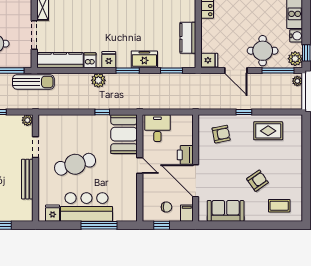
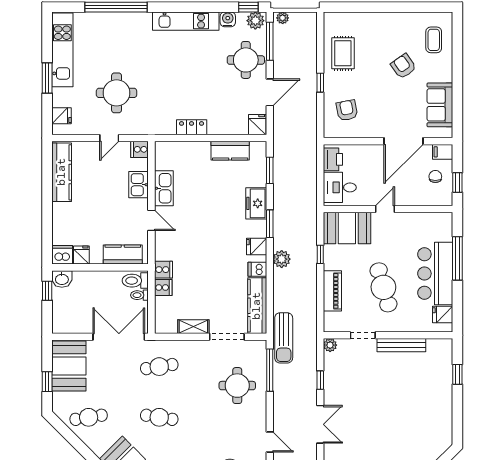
sun lounger: (33, 82) -> (284, 338), turned 180
piano: (72, 122) -> (332, 291), added
printer: (185, 155) -> (333, 159), moved, turned -90

